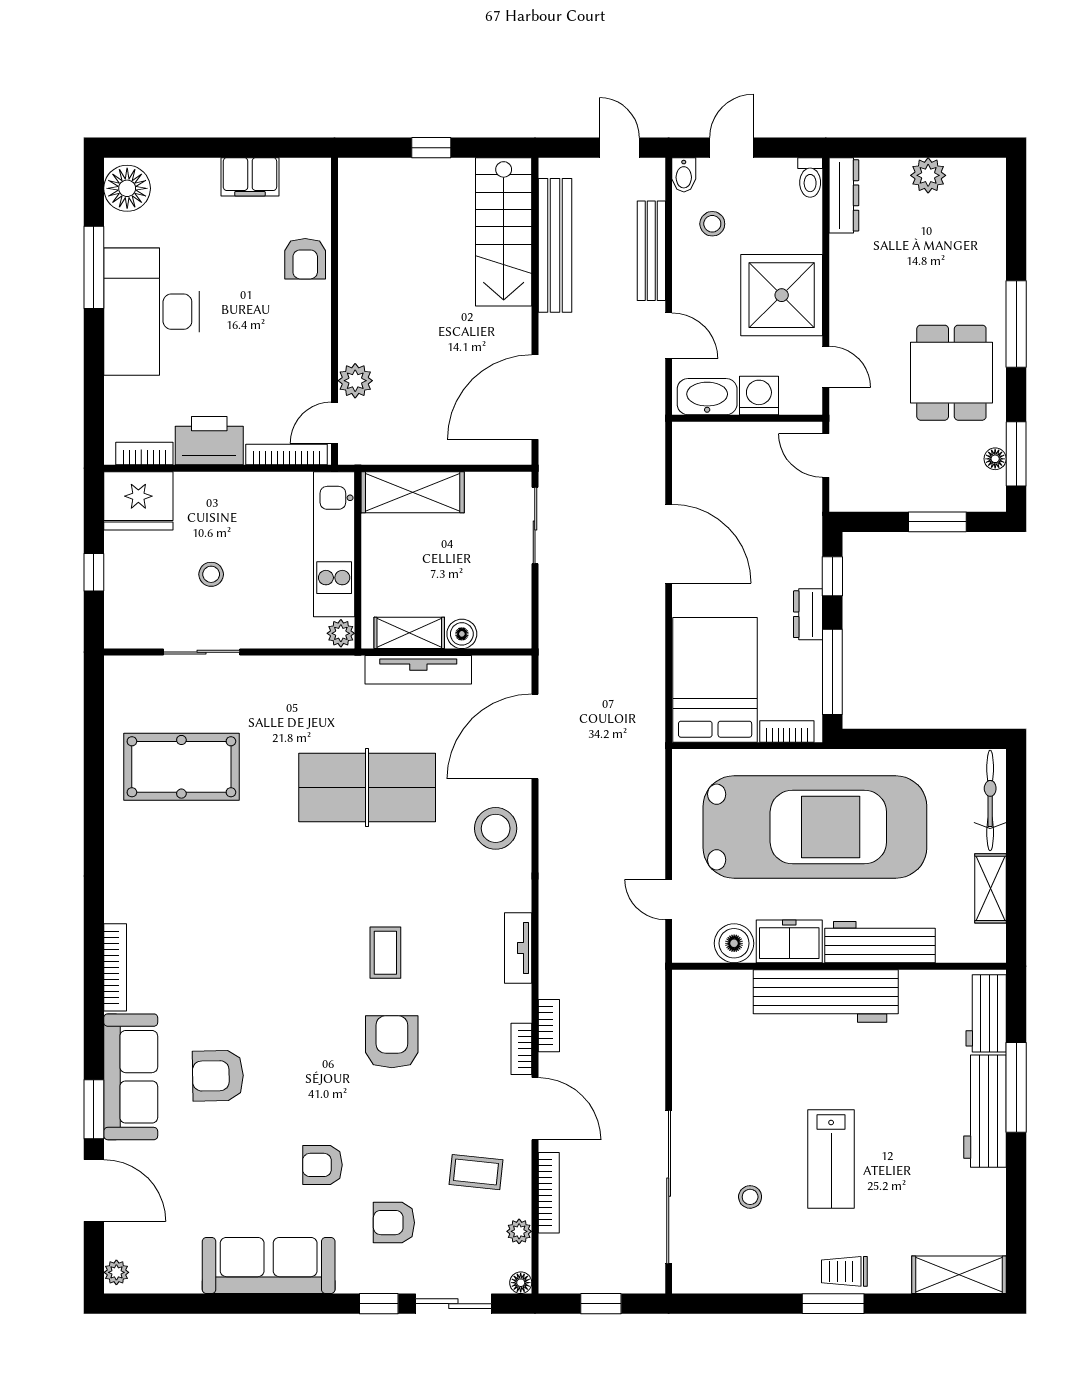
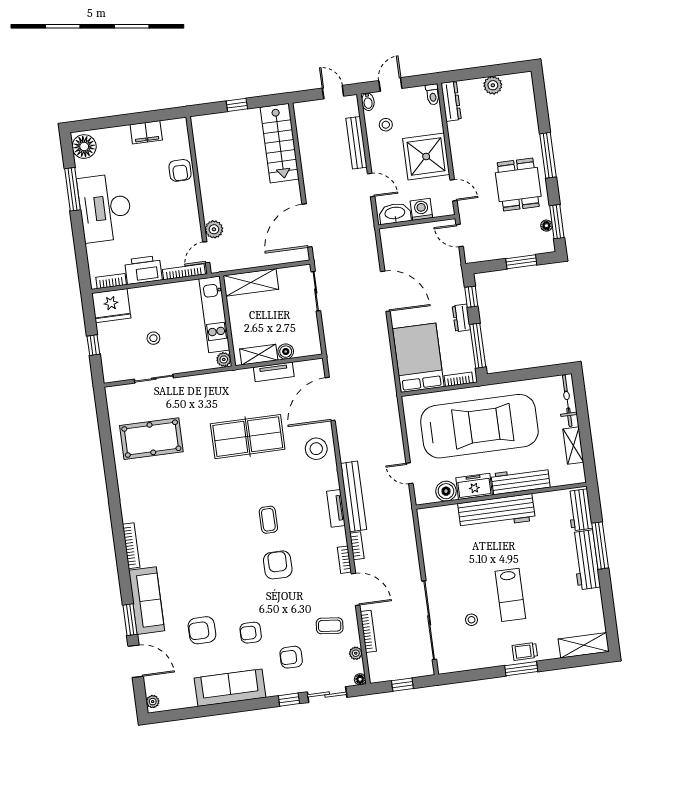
bench: (555, 245) -> (354, 496), moved
tv unit: (418, 670) -> (274, 372), width x0.71
armchair: (218, 1076) -> (202, 630), moved

